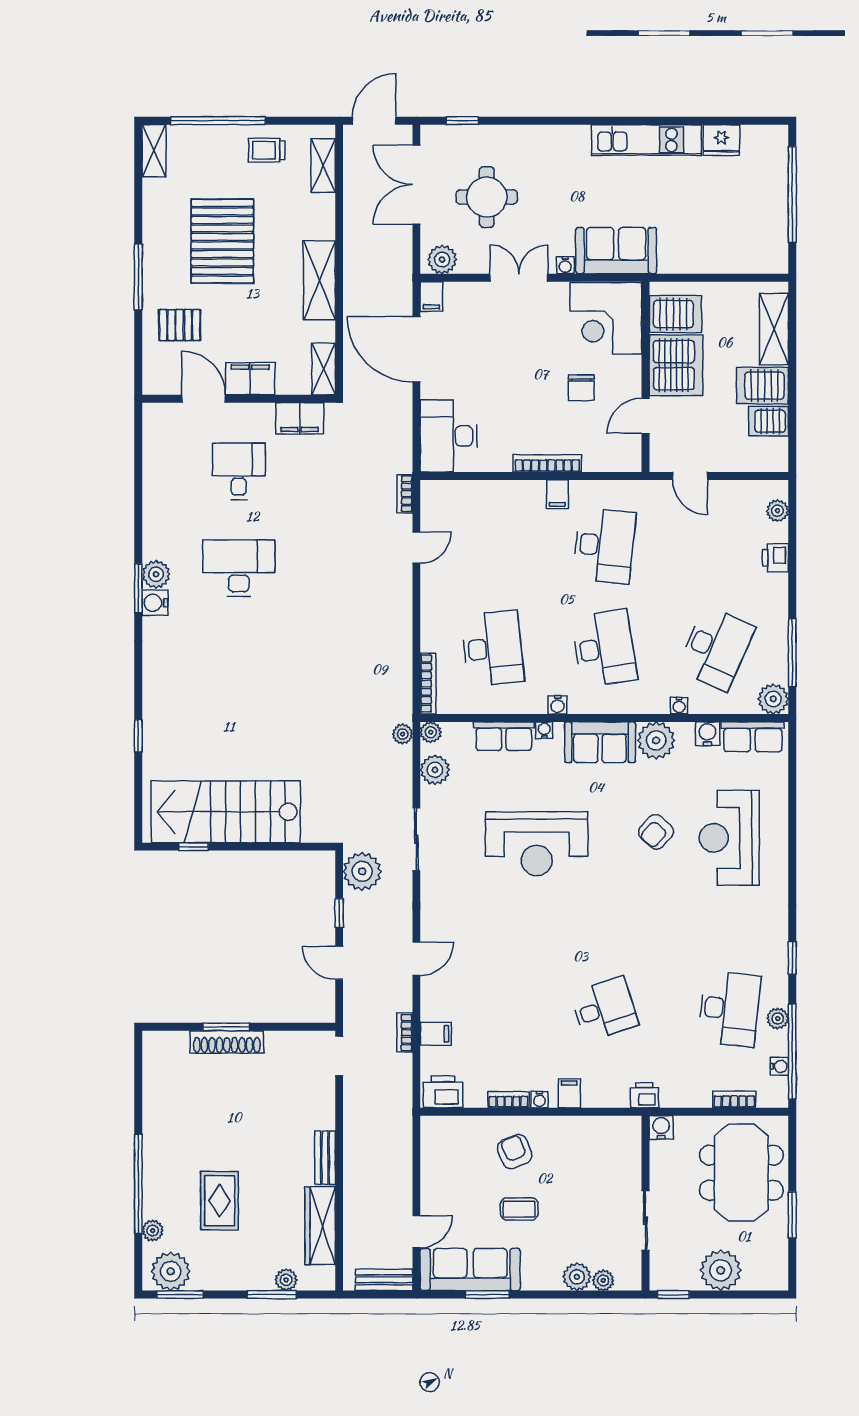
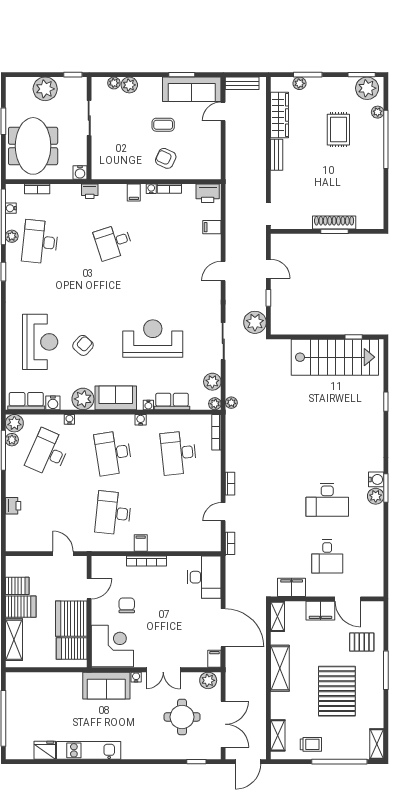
plant: (777, 511) -> (12, 440), moved
bookcase: (405, 1033) -> (230, 484), moved
armchair: (515, 1151) -> (166, 158), turned 137

